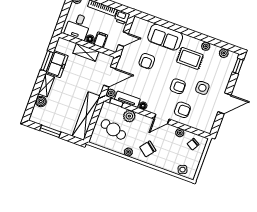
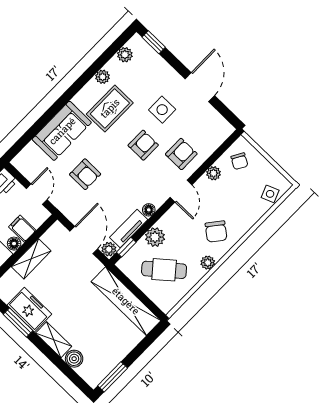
cafe table: (113, 129) -> (164, 270), turned 35
window: (50, 131) -> (113, 377), moved

